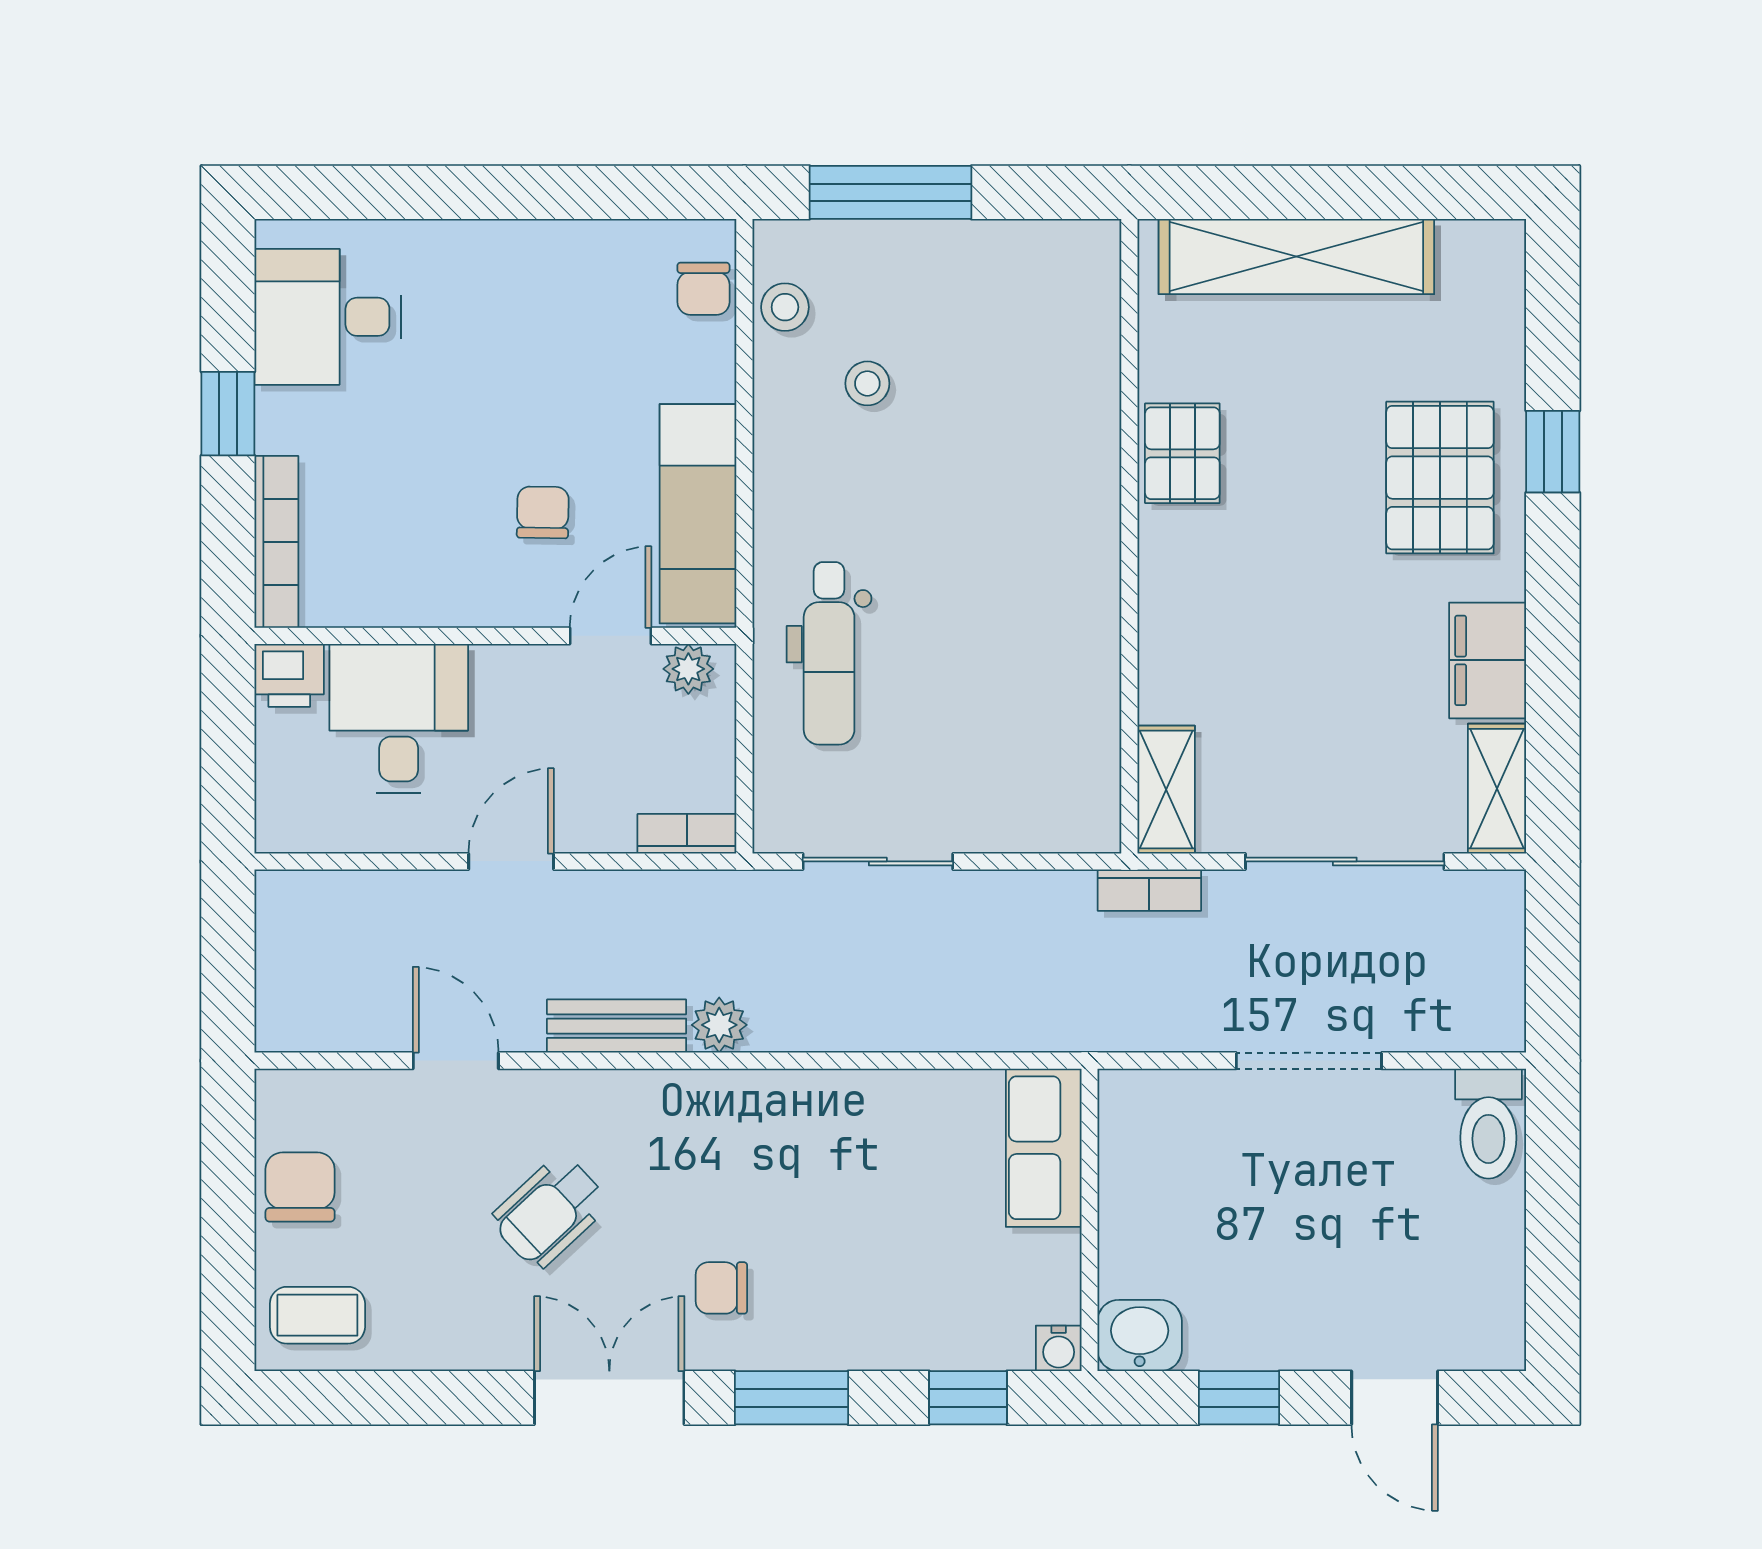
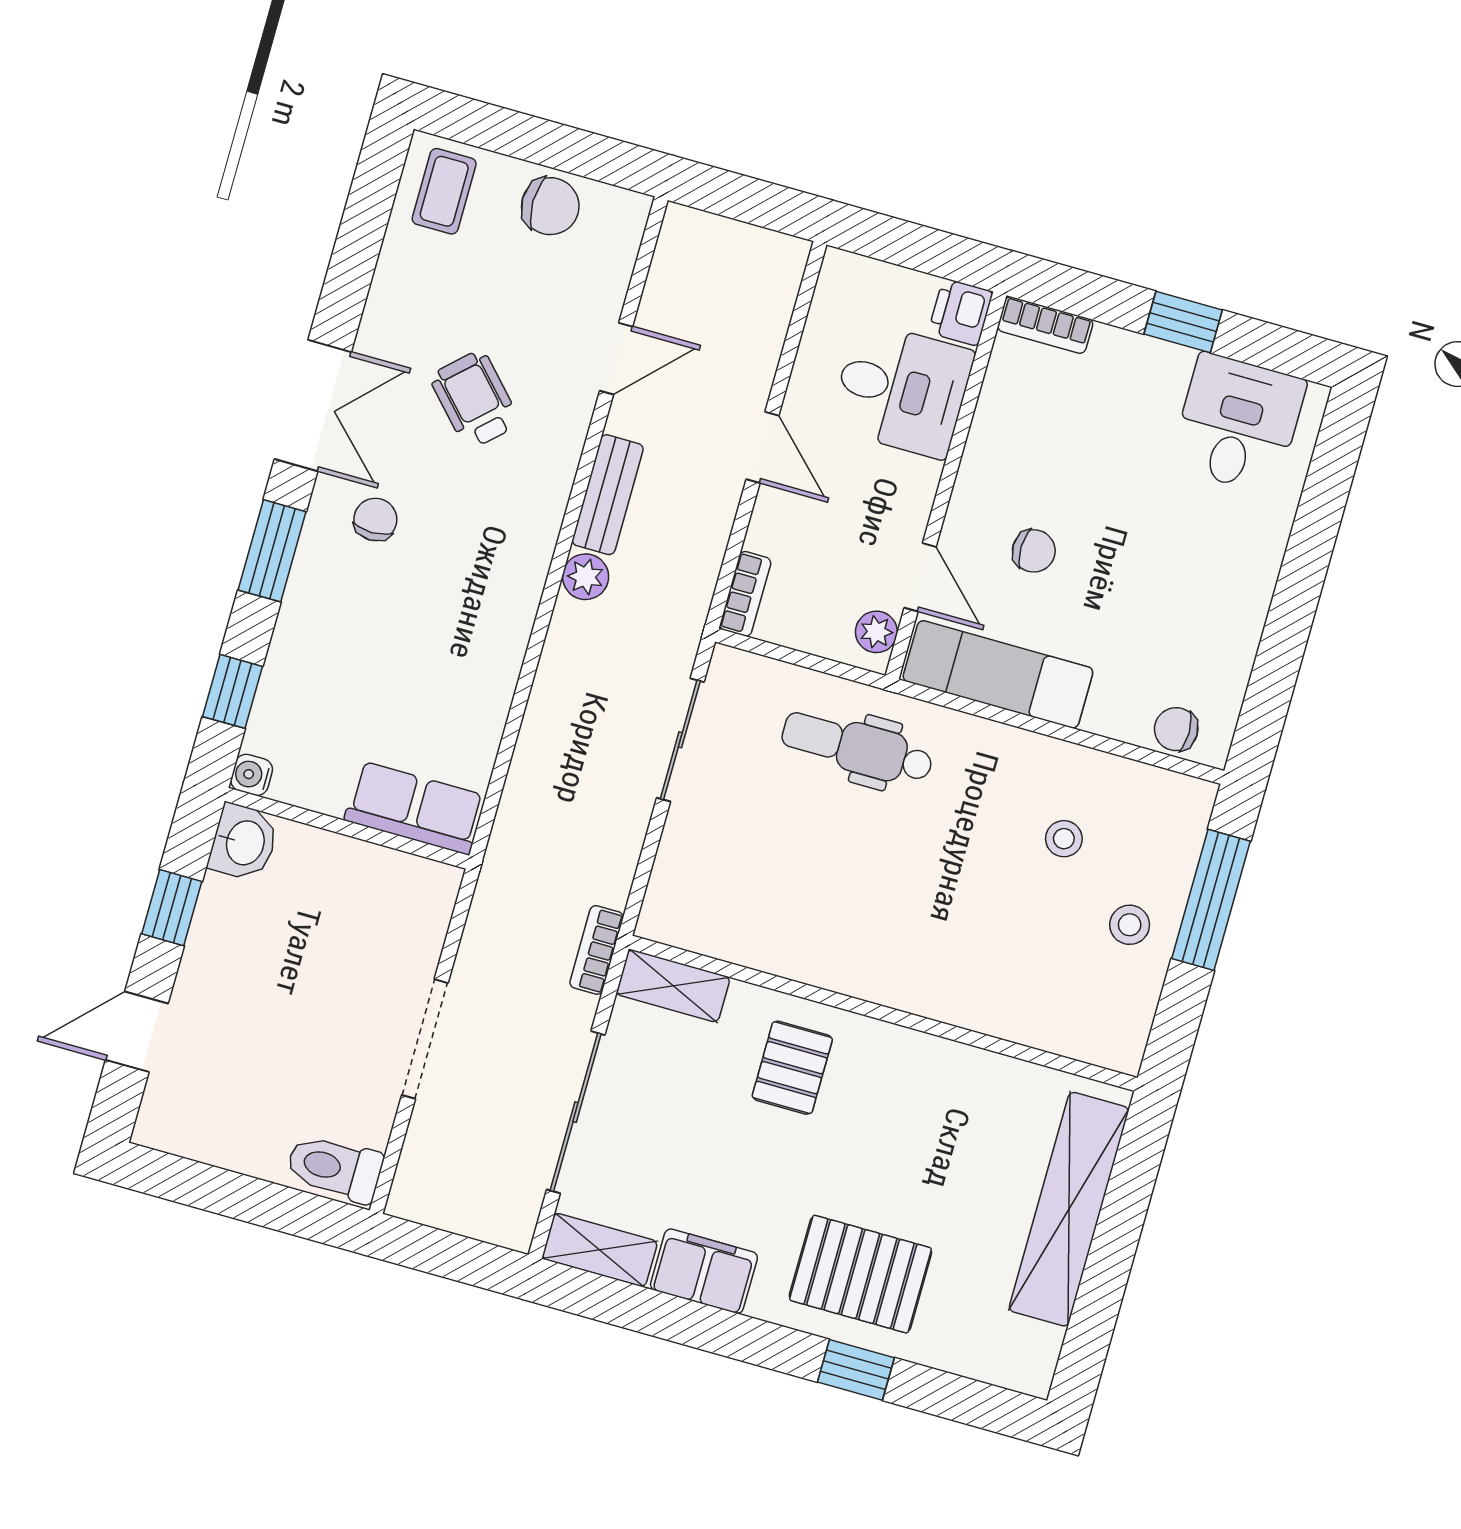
stool: (785, 307) -> (1130, 925), moved
pallet: (1182, 453) -> (792, 1068), moved, turned 90
bookcase: (276, 542) -> (1045, 325), width x0.64

